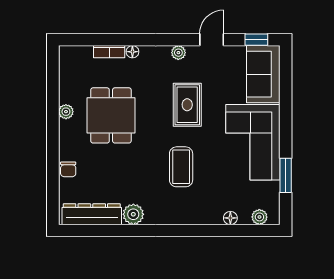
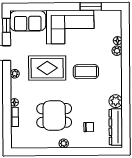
rug: (187, 105) -> (47, 68), width x1.36, depth x1.43
plant: (66, 112) -> (64, 143), moved
chair: (68, 169) -> (89, 127), moved
plant: (259, 217) -> (117, 51), moved

